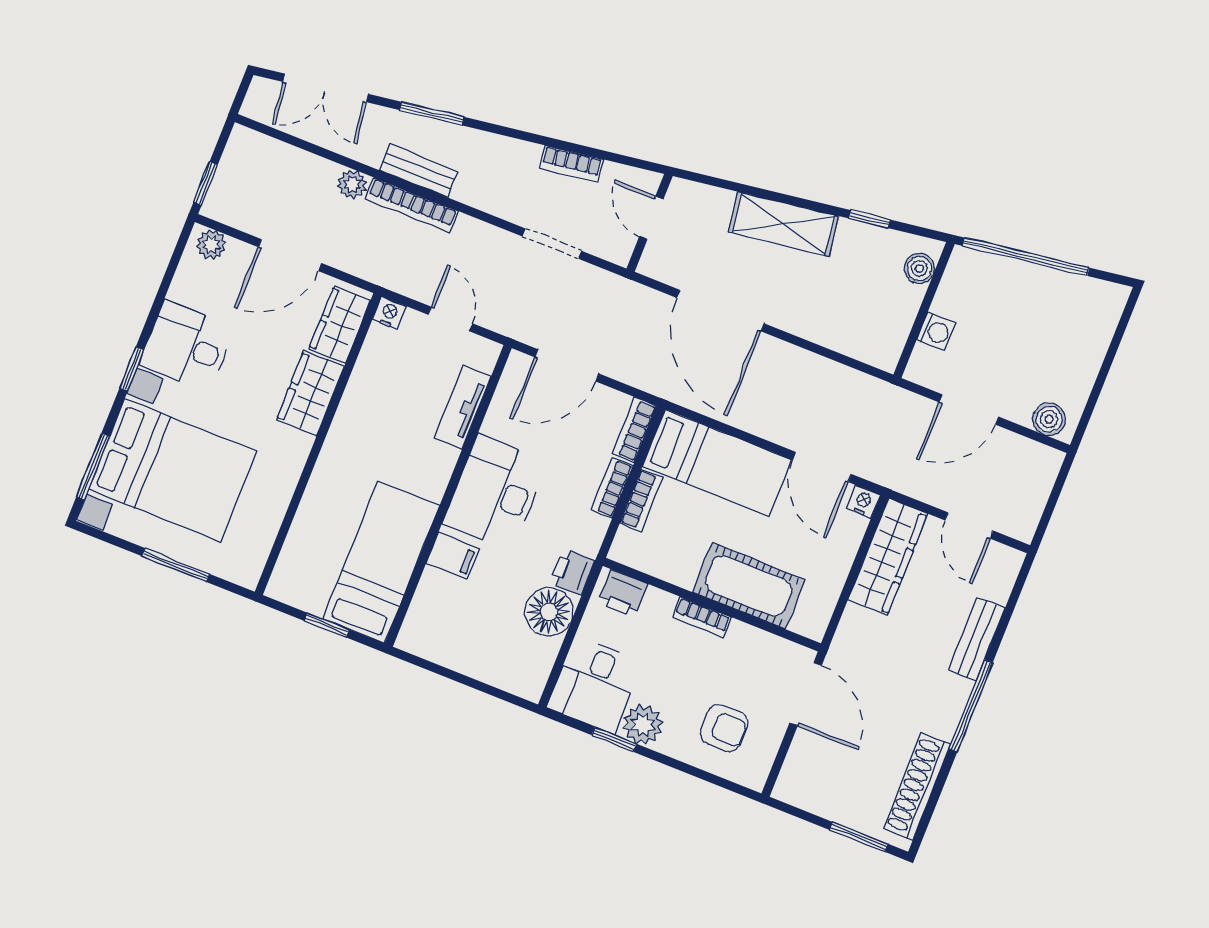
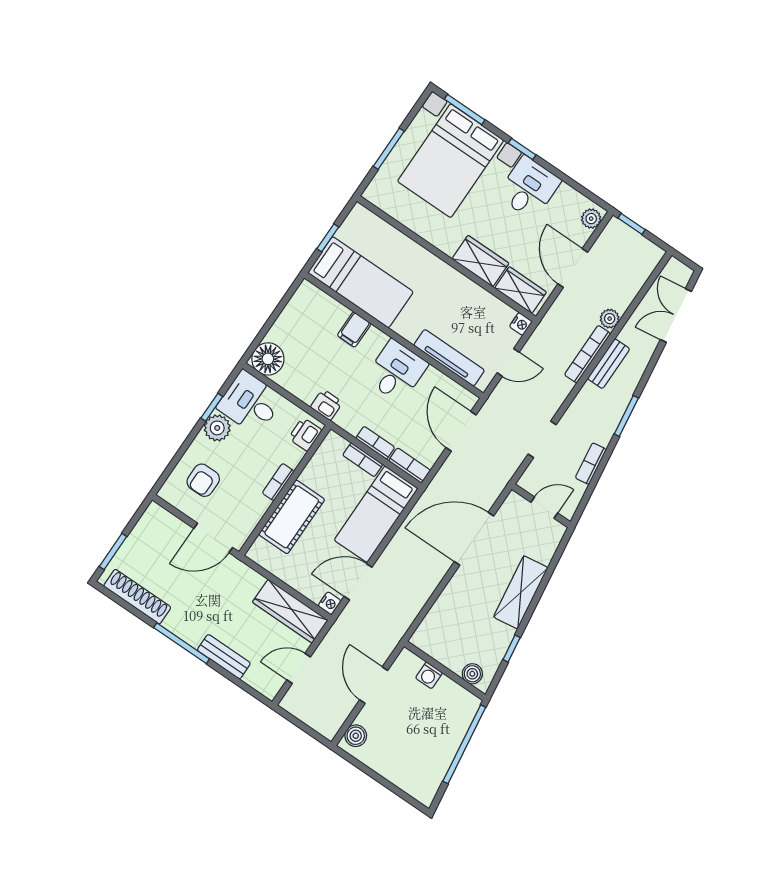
window: (432, 114) -> (626, 416), moved
tv unit: (463, 407) -> (449, 358), width x1.41
desk: (495, 492) -> (396, 371), width x0.73
floor lamp: (549, 612) -> (268, 359), moved

